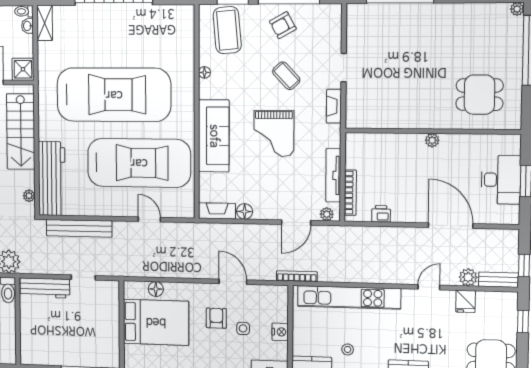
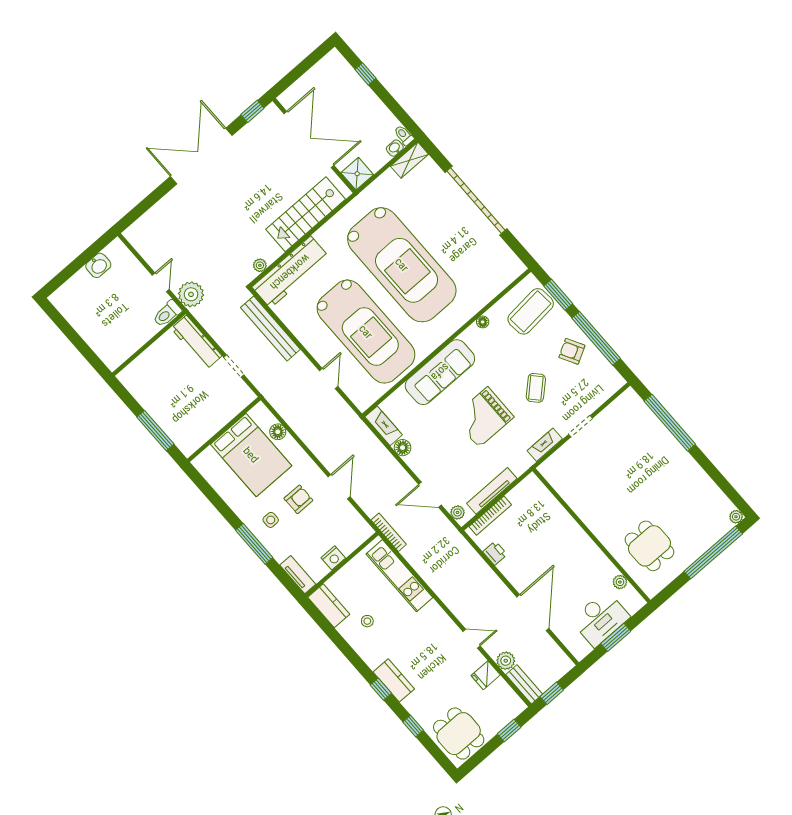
plant: (432, 140) -> (620, 582), moved
kitchen unit: (349, 297) -> (399, 576), width x0.73
side table: (243, 328) -> (271, 520), moved

